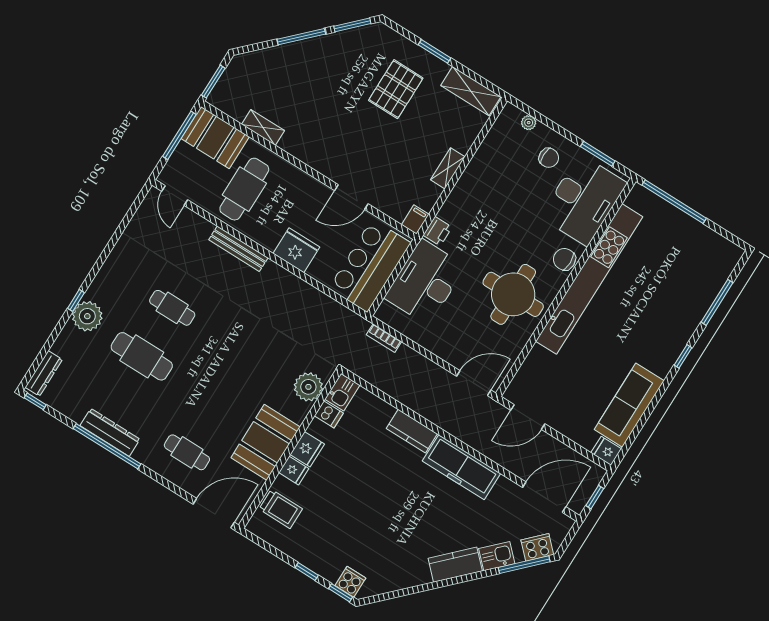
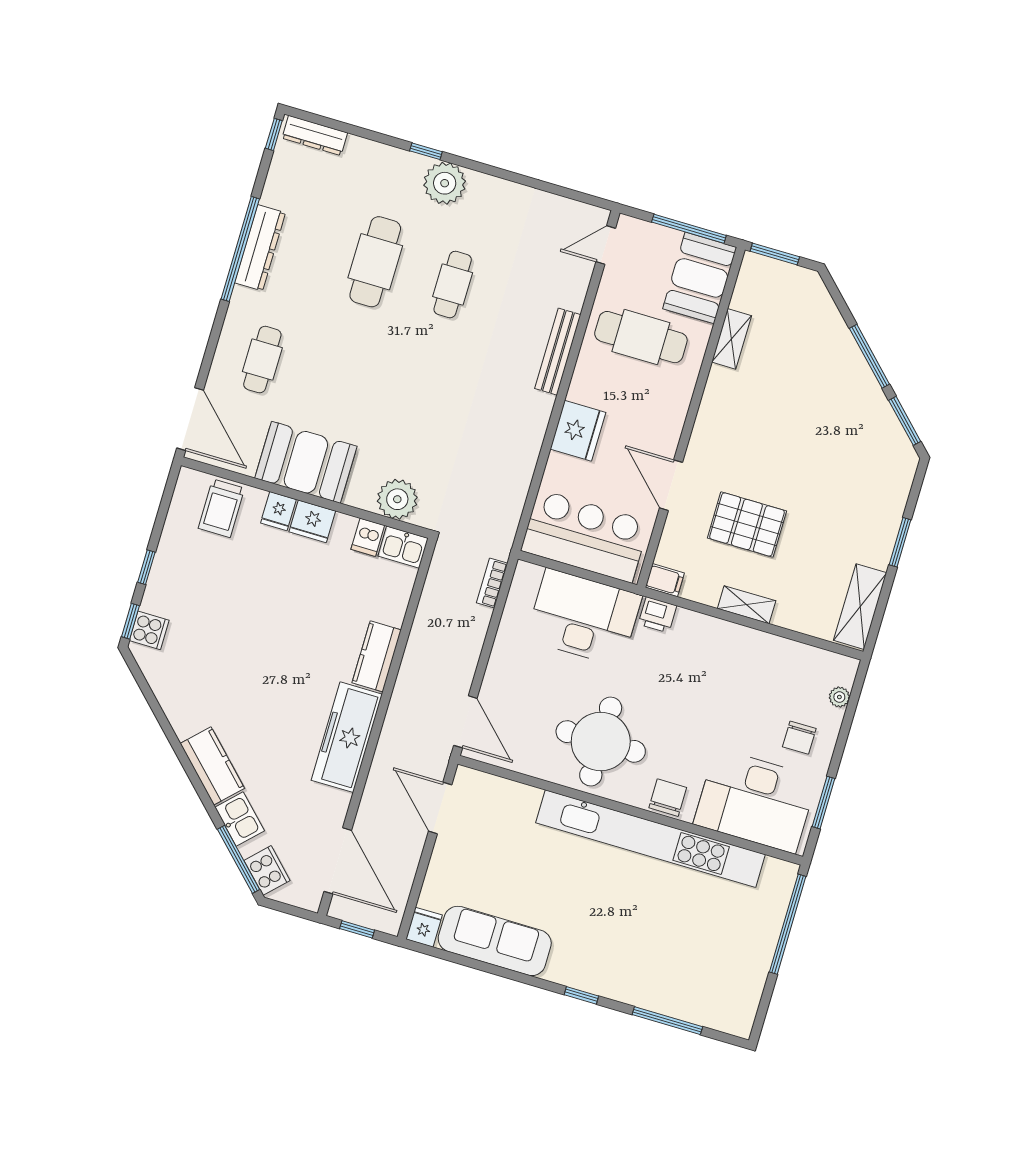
pallet: (396, 89) -> (747, 524), moved
plant: (87, 316) -> (445, 183), moved

